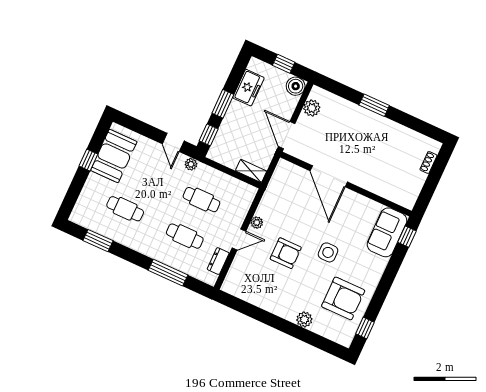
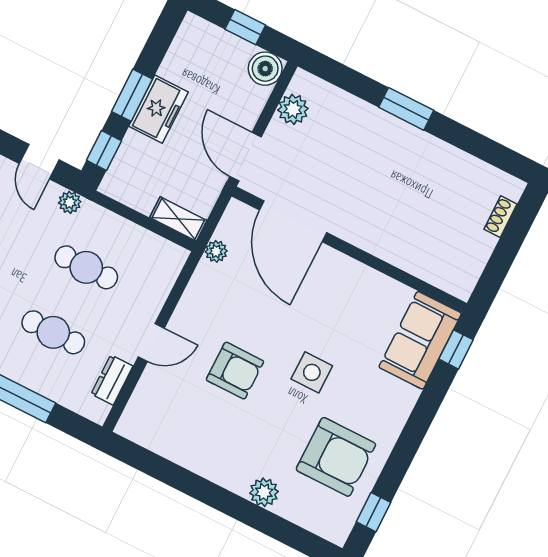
freezer: (248, 88) -> (159, 109), moved
door: (329, 176) -> (293, 221), moved
plant: (257, 223) -> (216, 251), moved

